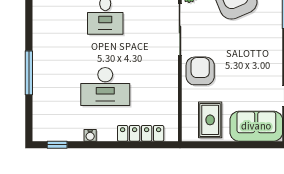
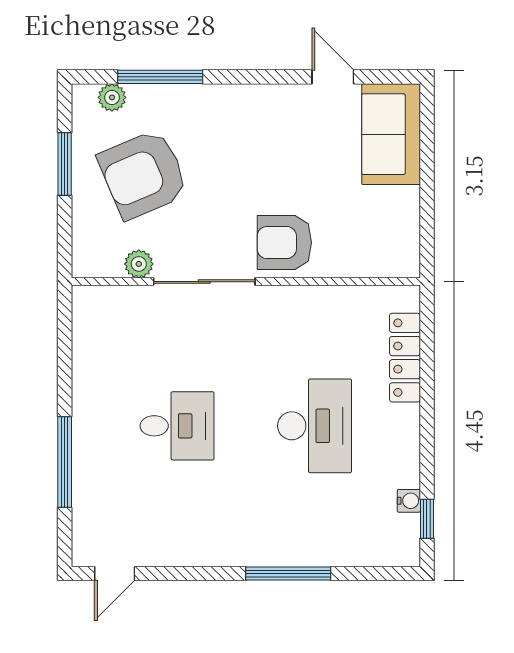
rug: (210, 120) -> (379, 223), removed
water cooler: (90, 135) -> (409, 501), moved

